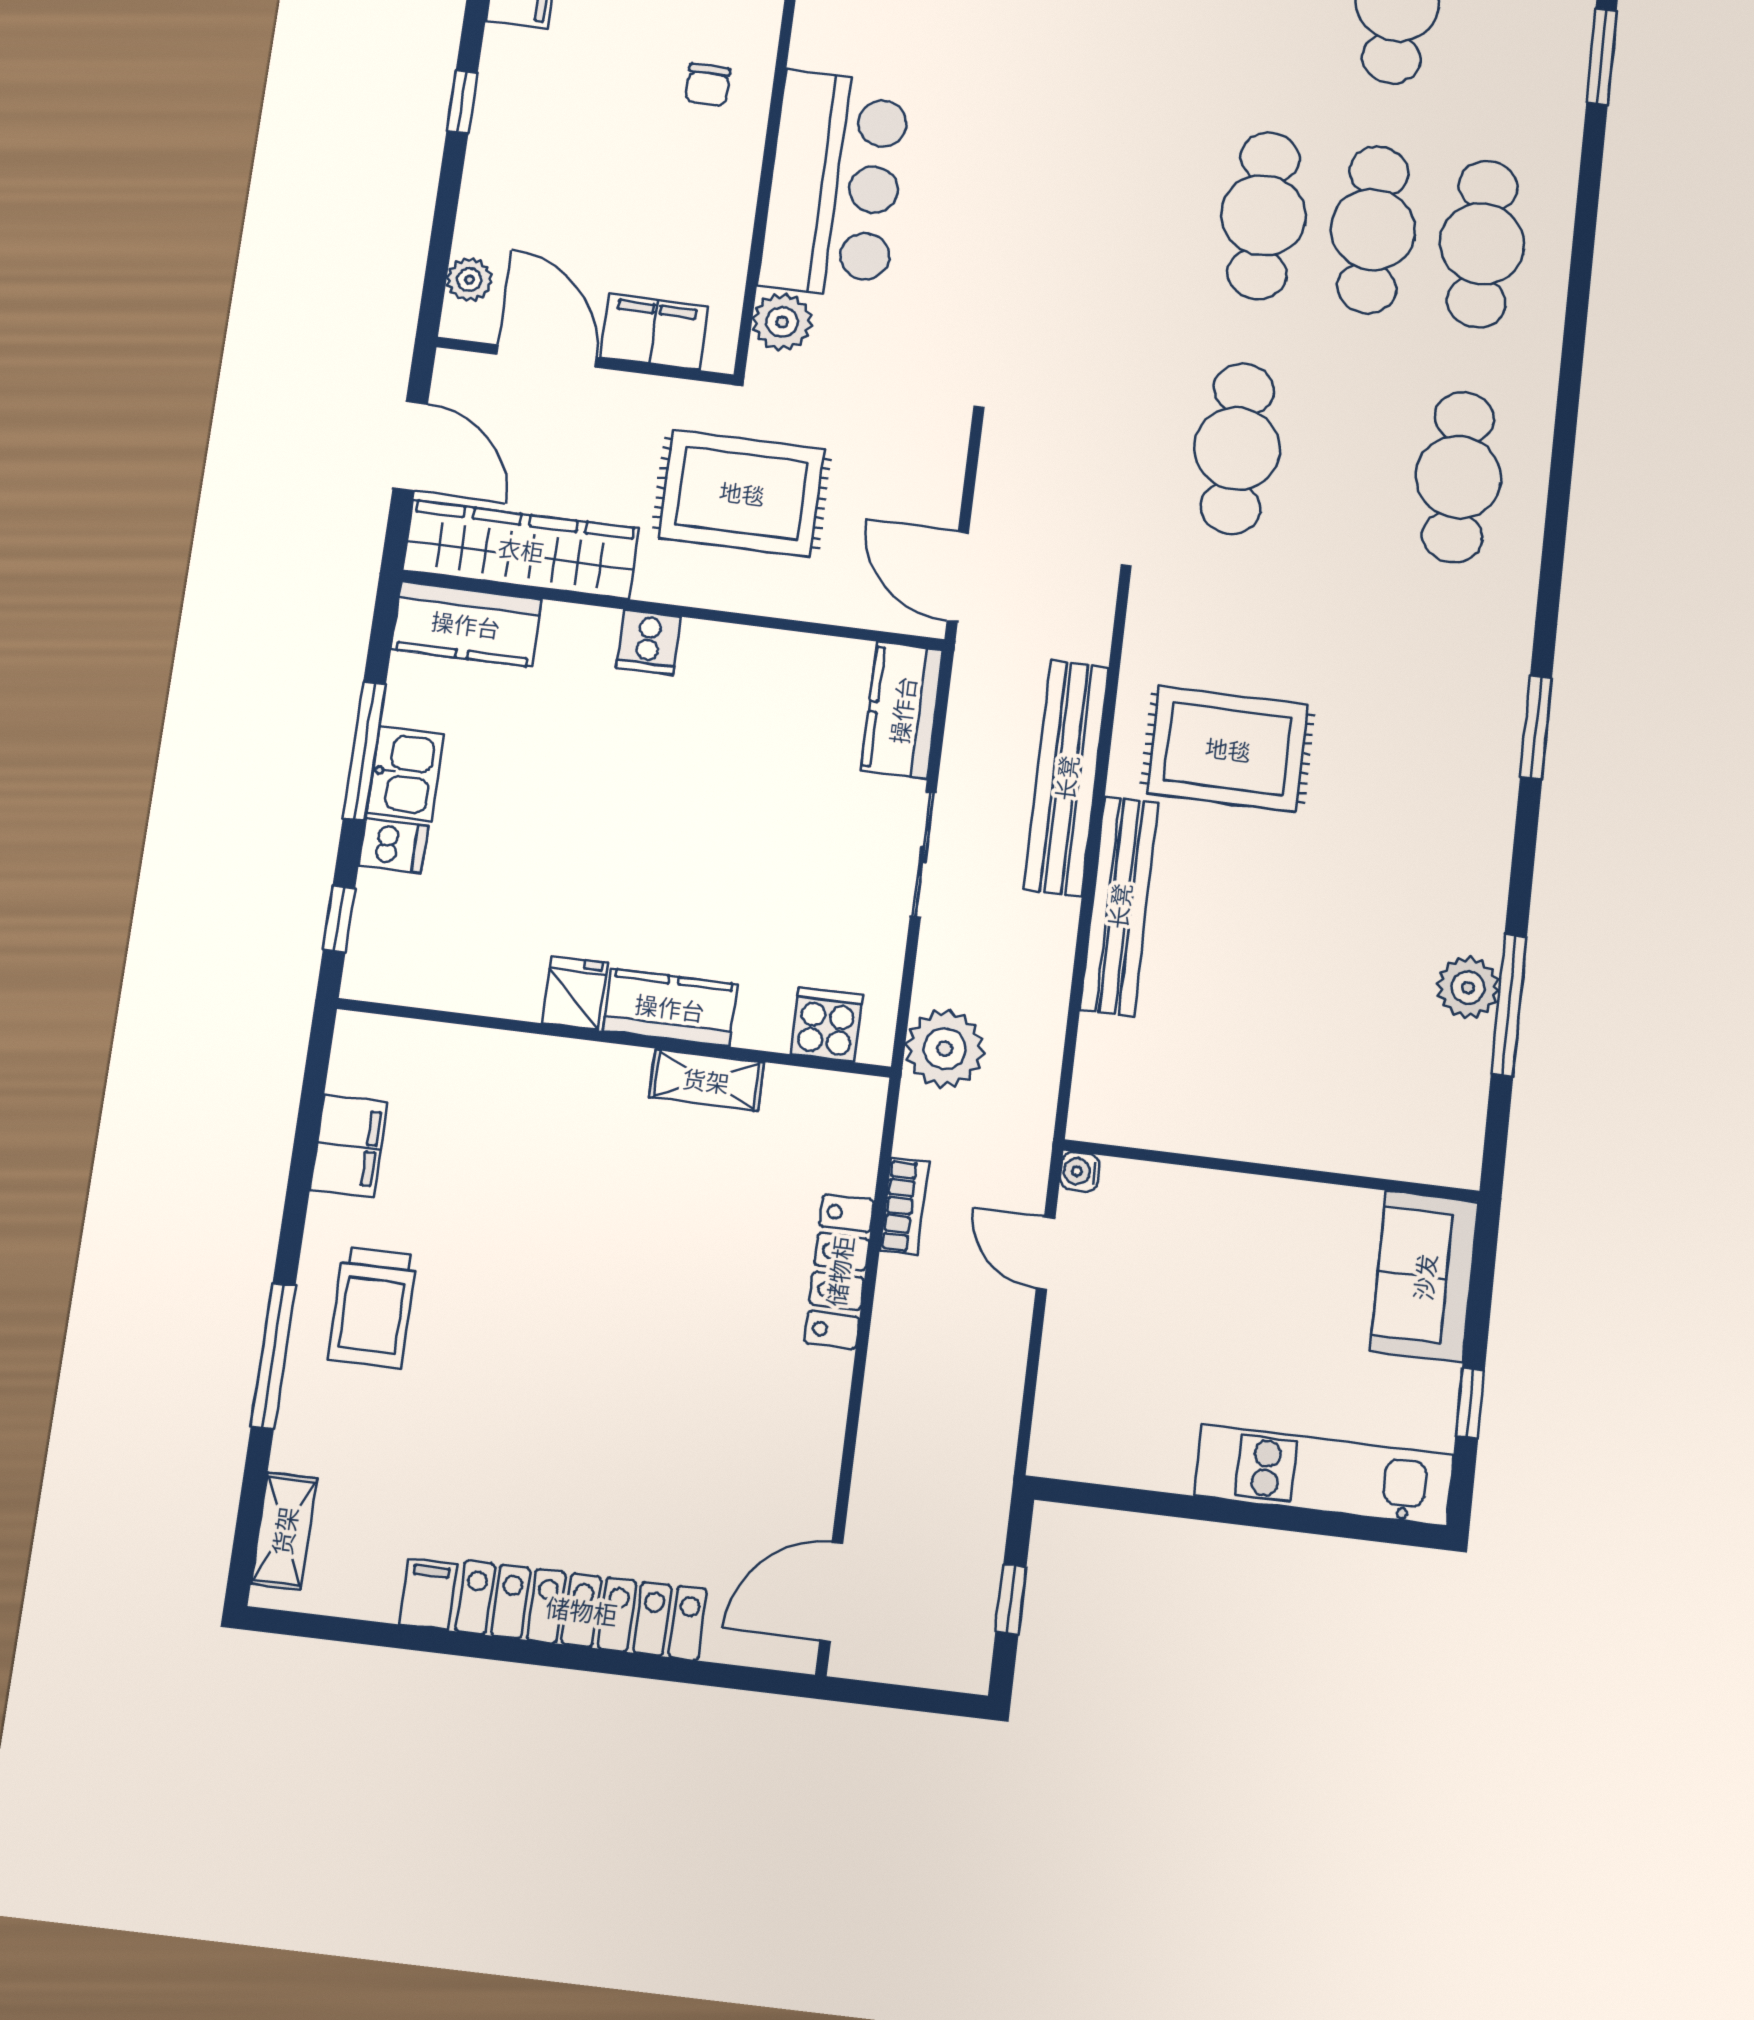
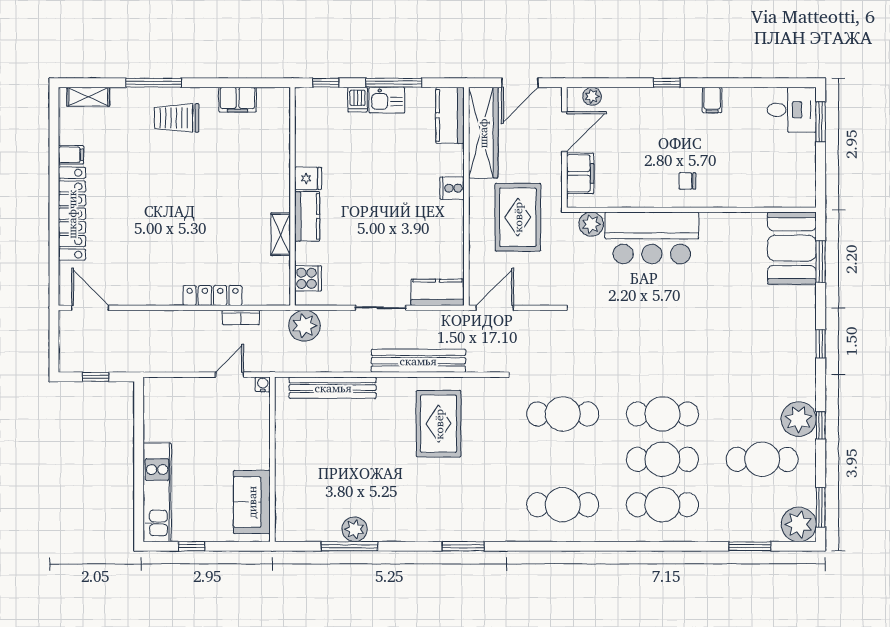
bench: (1119, 906) -> (333, 388), moved
sofa: (1424, 1277) -> (252, 502), moved, turned -90

